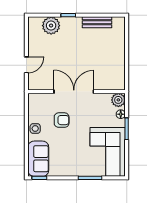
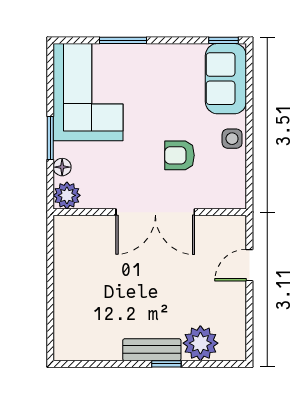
bench: (97, 22) -> (152, 350), moved

